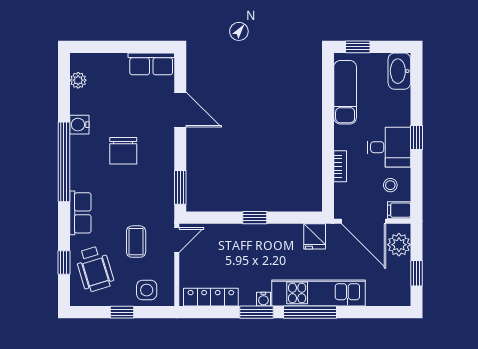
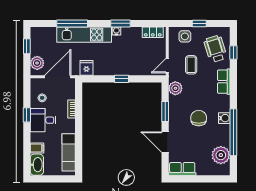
window: (358, 47) -> (61, 179), removed
plant: (78, 80) -> (221, 155), width x1.88, depth x1.88
water cooler: (79, 125) -> (224, 118), moved
window: (416, 138) -> (27, 115), moved
window: (64, 162) -> (233, 132), moved
window: (180, 187) -> (165, 111), moved
plant: (163, 202) -> (175, 88), added
filing cabinet: (399, 210) -> (37, 148), moved
door: (364, 221) -> (58, 77), hinge flipped
locker: (211, 297) -> (153, 32), width x0.66
window: (310, 312) -> (72, 23), moved

